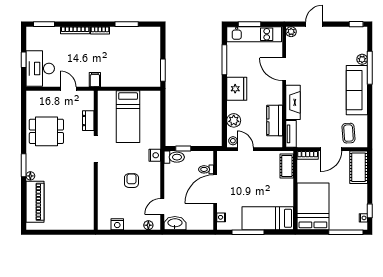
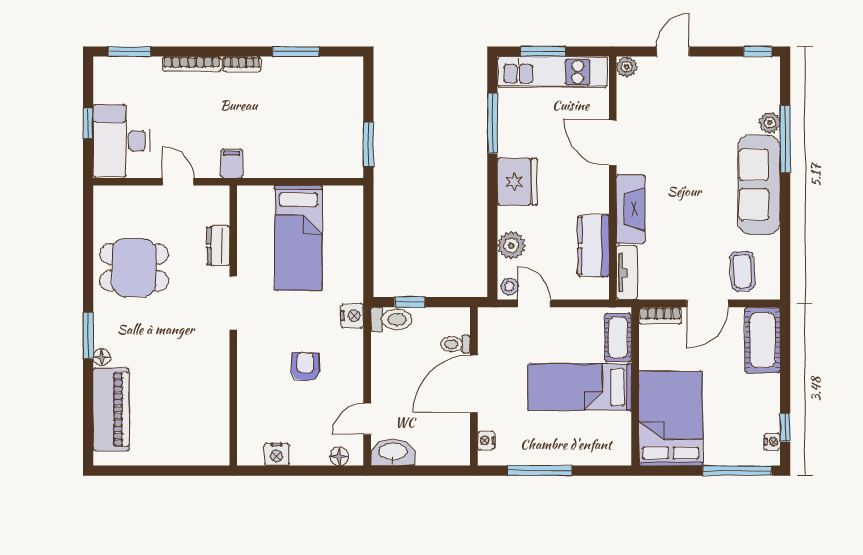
bed: (268, 218) -> (580, 387), moved

